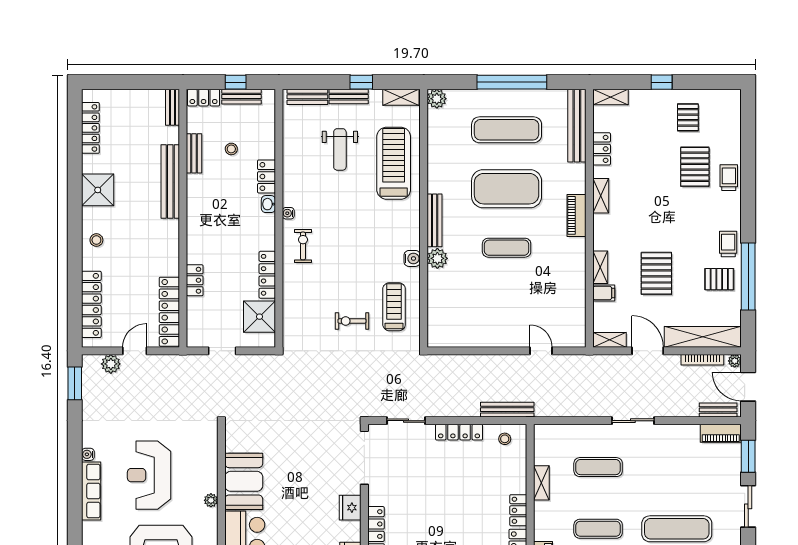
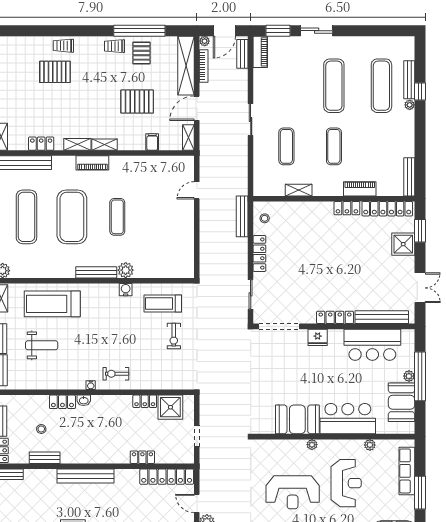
pallet: (688, 117) -> (17, 77), removed
bench: (170, 182) -> (86, 476), moved
shelving: (600, 267) -> (104, 145), moved
locker: (267, 275) -> (145, 401), width x0.66
locker: (518, 510) -> (320, 208), removed

